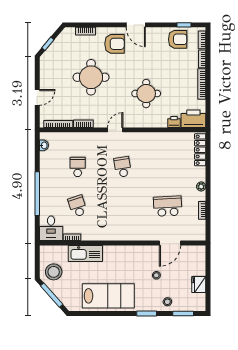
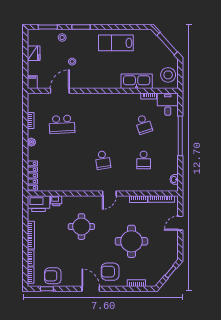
filing cabinet: (200, 253) -> (32, 82), added
stool: (54, 272) -> (168, 75), moved
lab bench: (108, 296) -> (116, 43), width x0.73, depth x0.72

